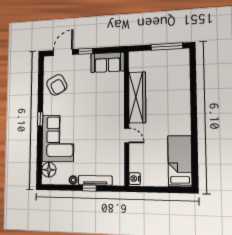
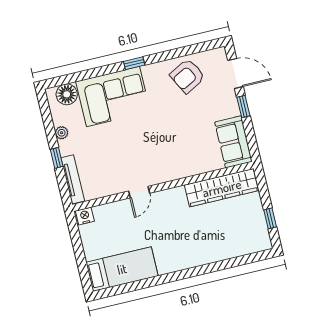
window: (167, 47) -> (270, 218), width x0.46
wardrobe: (137, 97) -> (222, 188), moved
tv unit: (95, 180) -> (73, 179), moved

